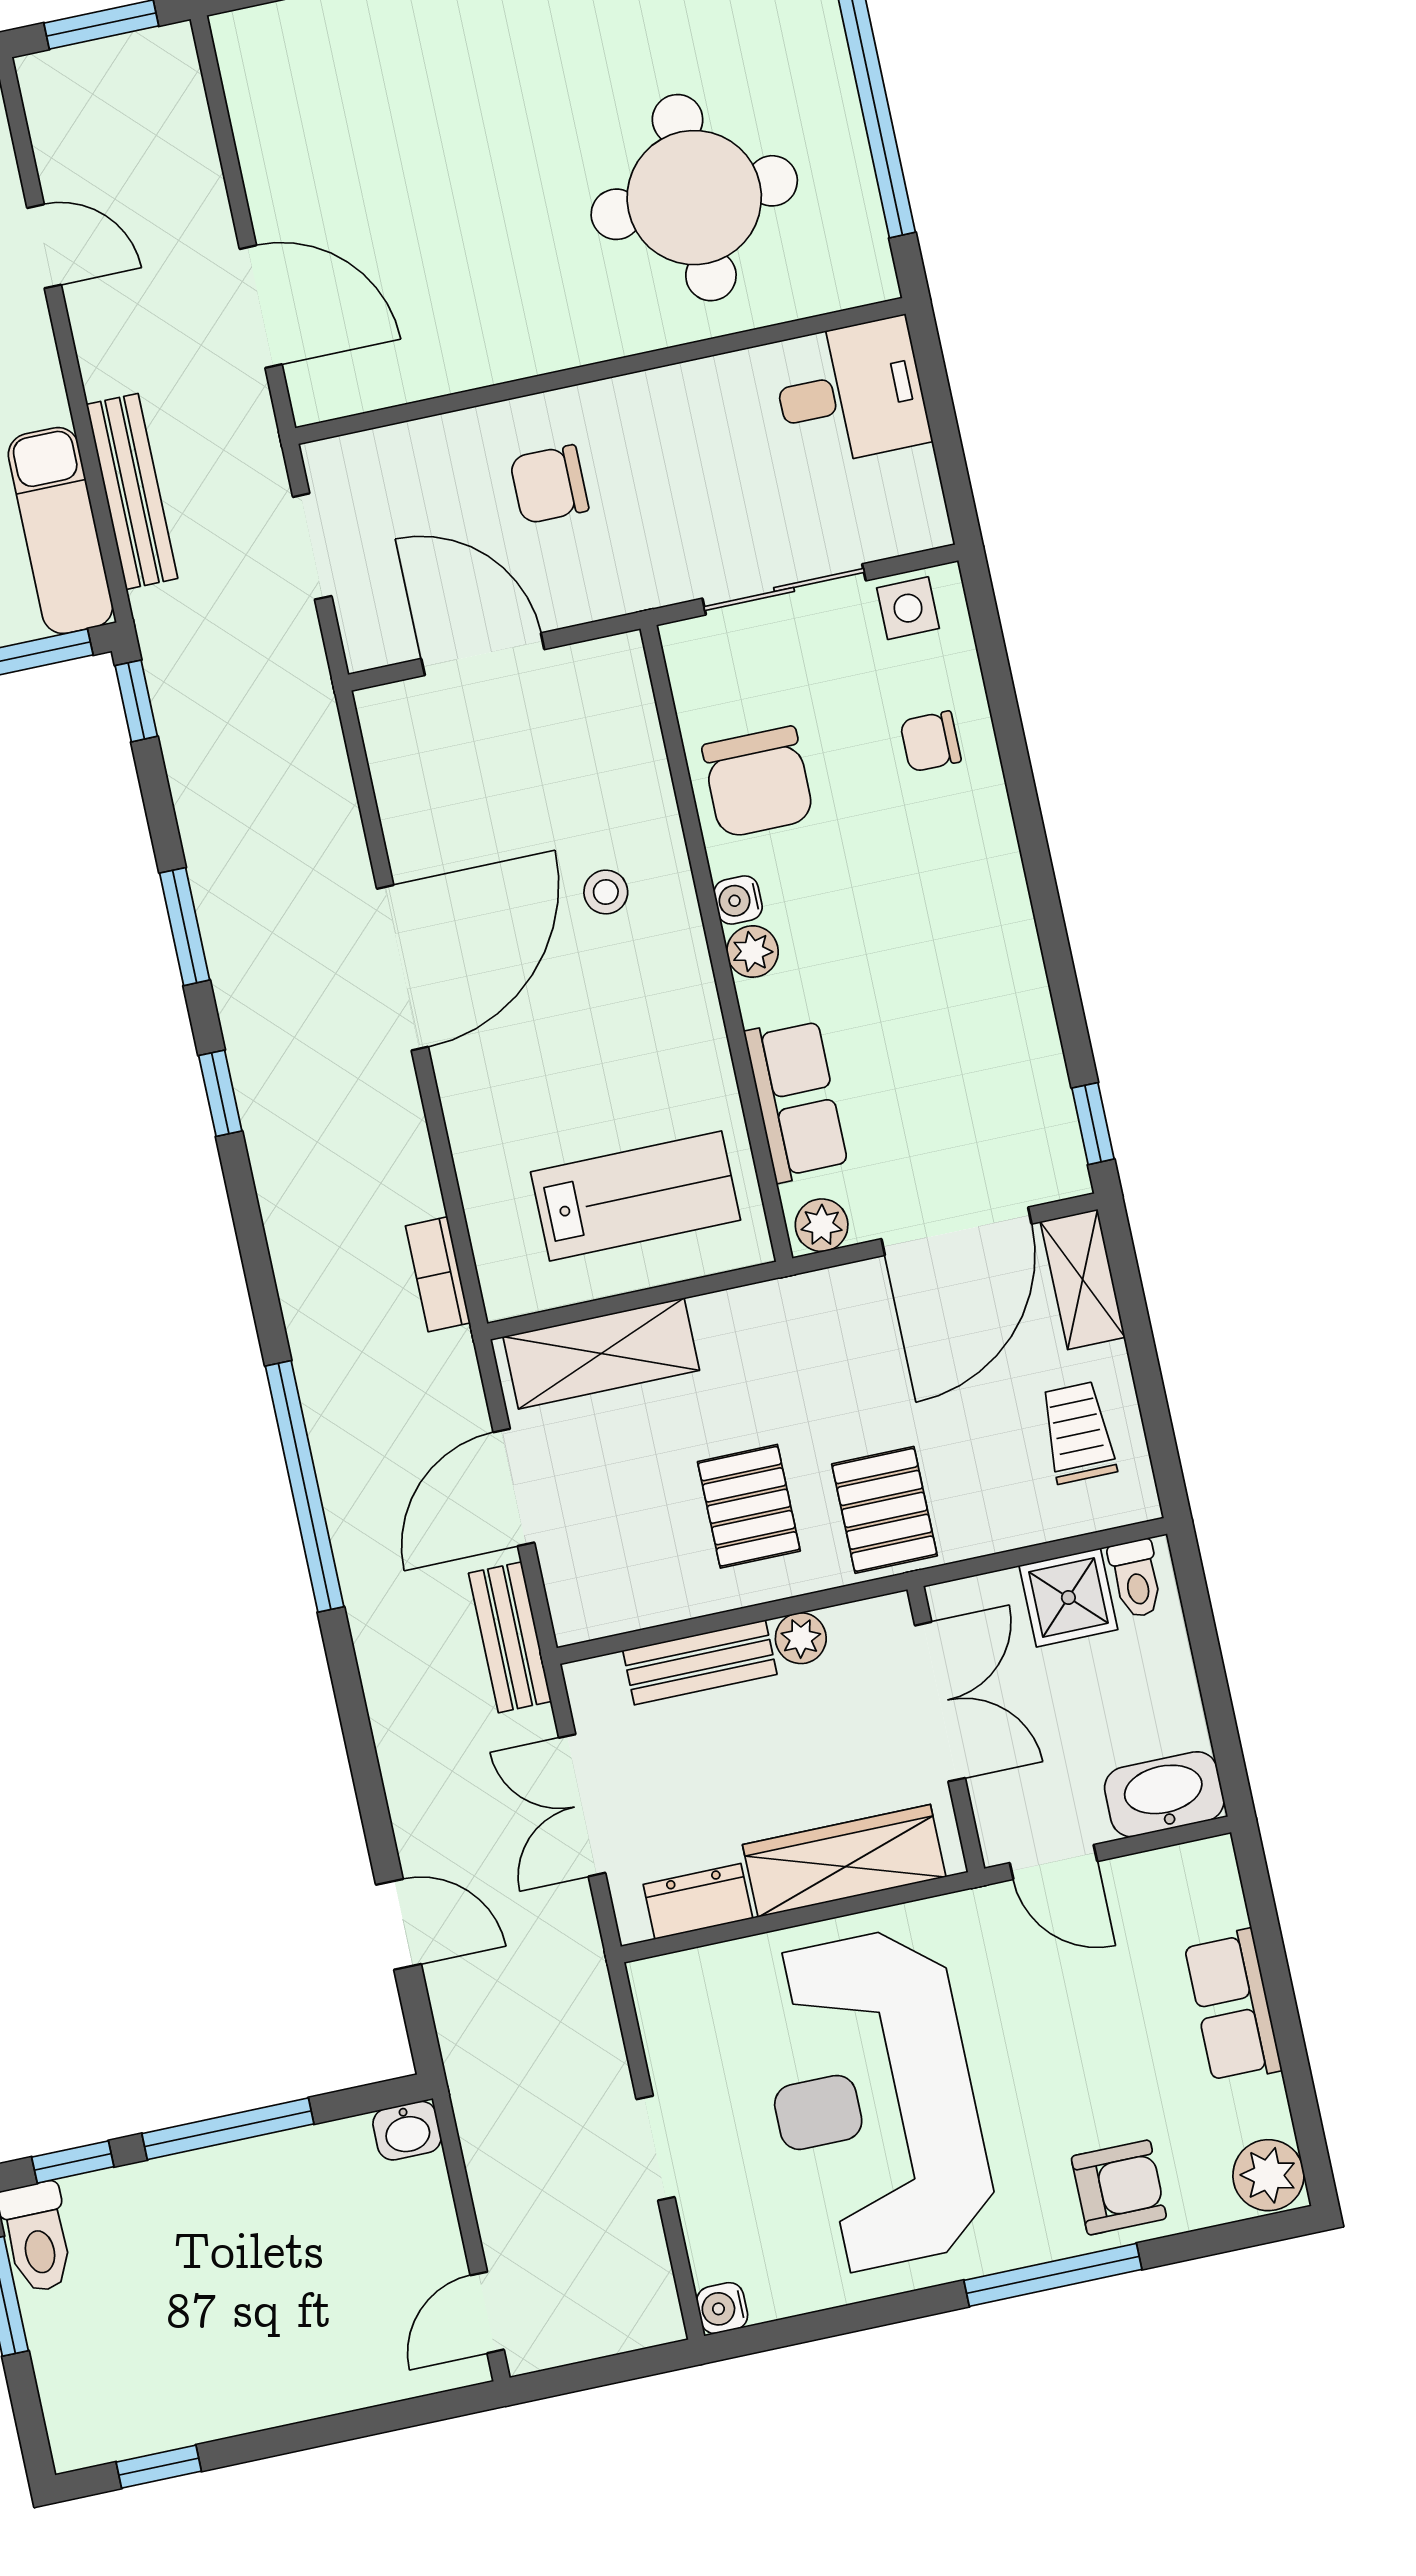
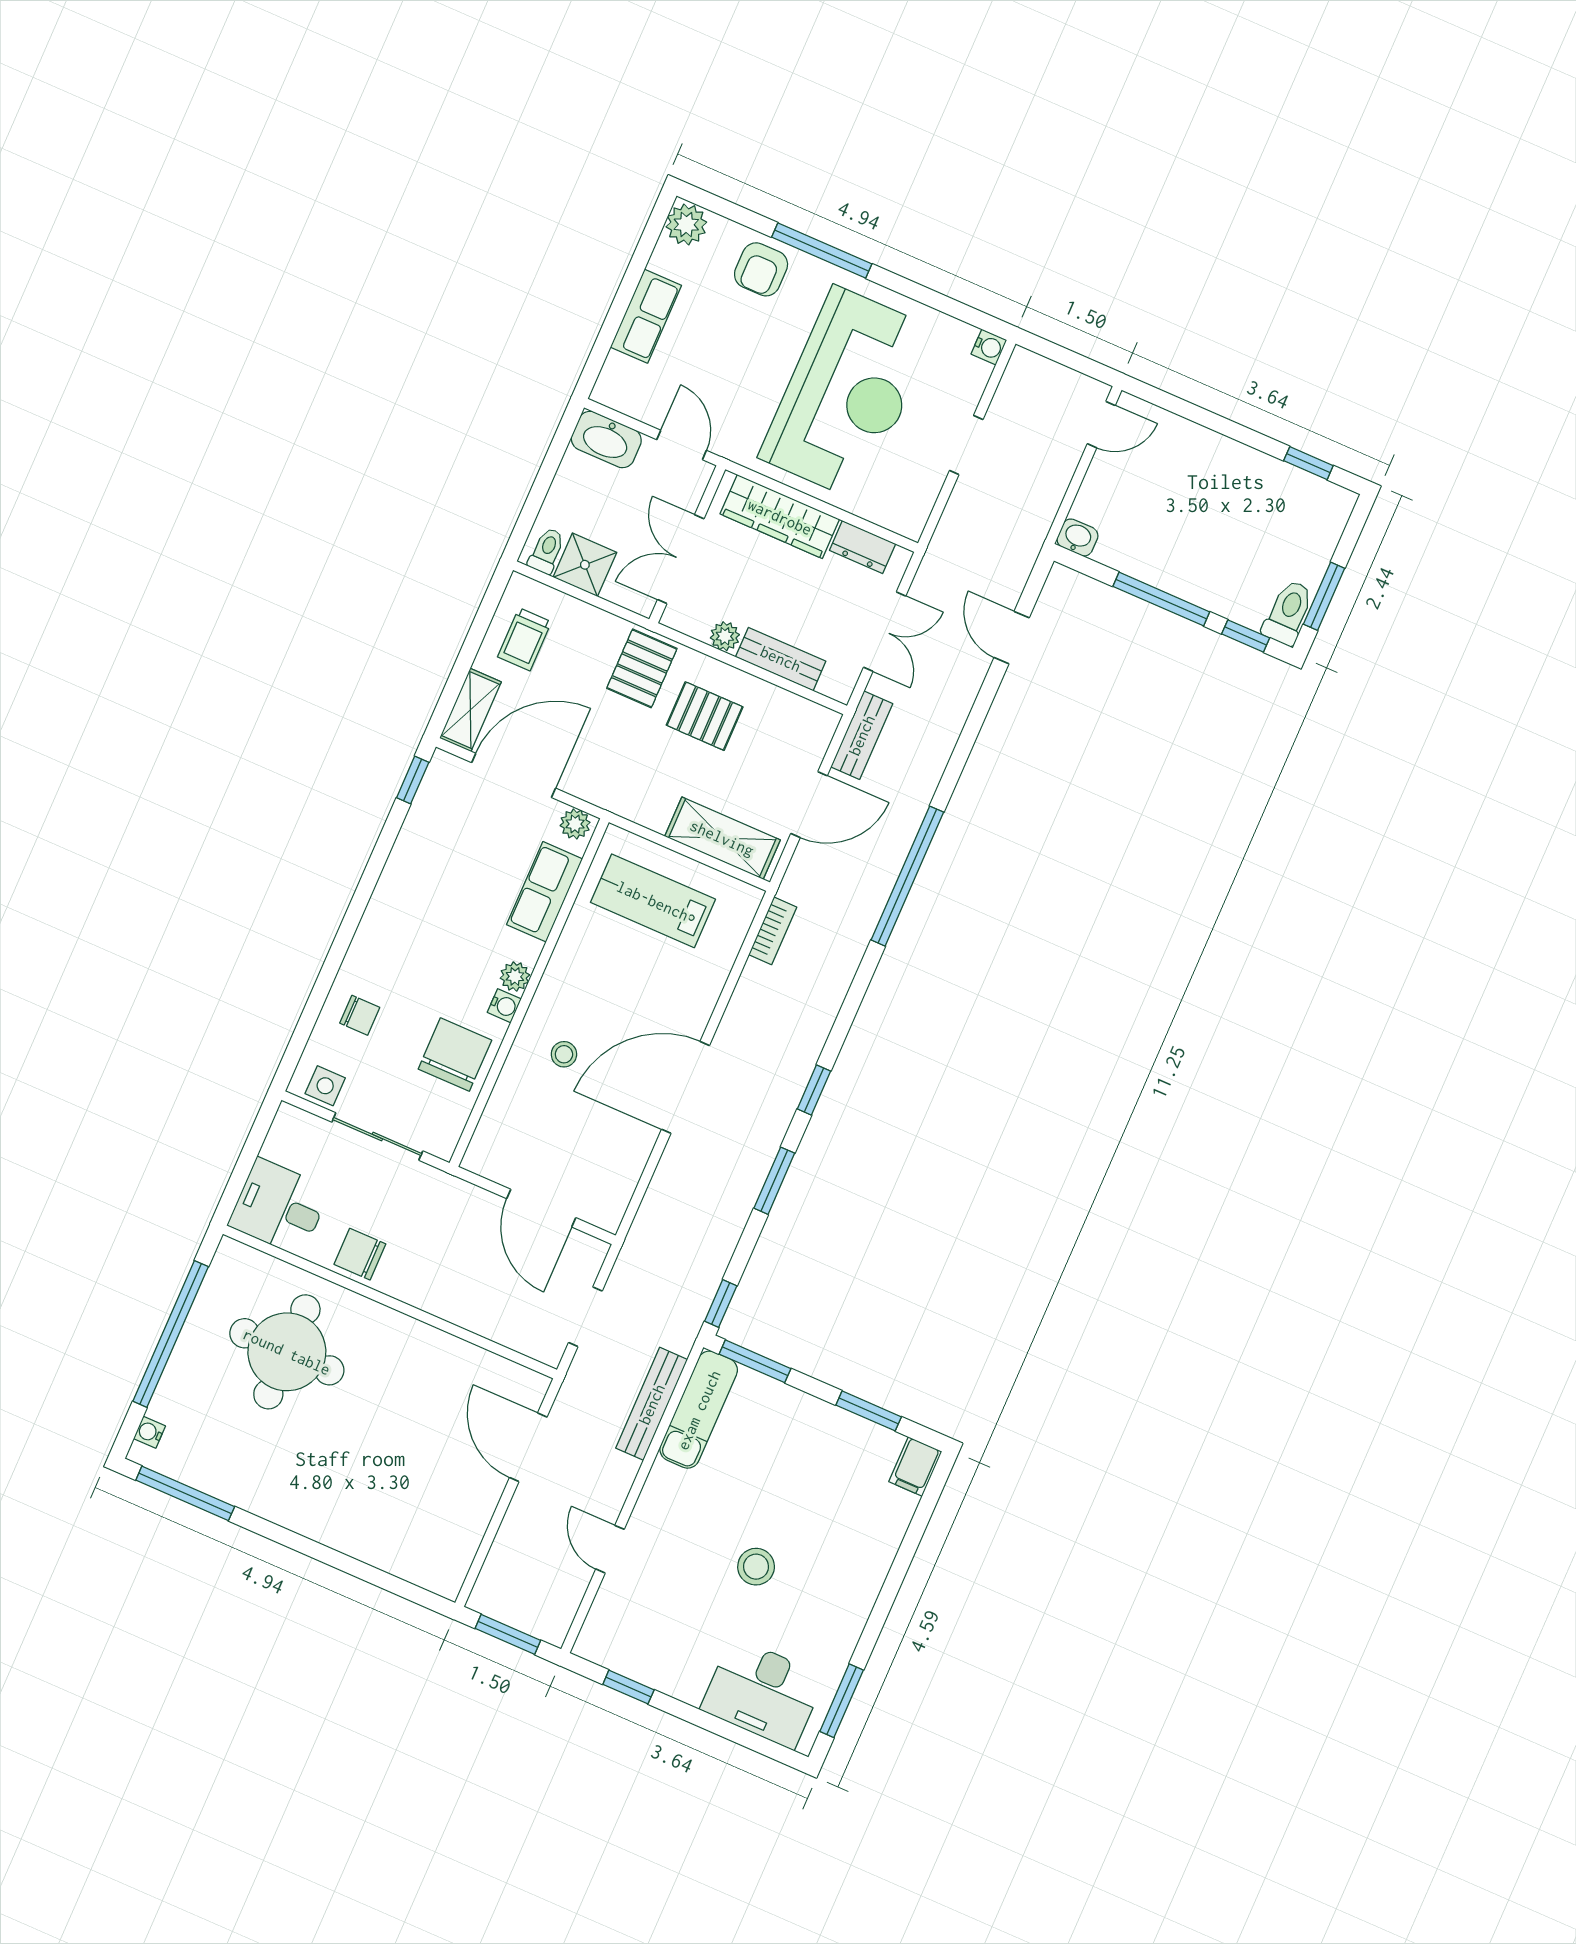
chair: (549, 484) -> (360, 1254), moved, turned 180
pallet: (749, 1506) -> (705, 716), turned 90
armchair: (1119, 2187) -> (761, 269), turned -90

